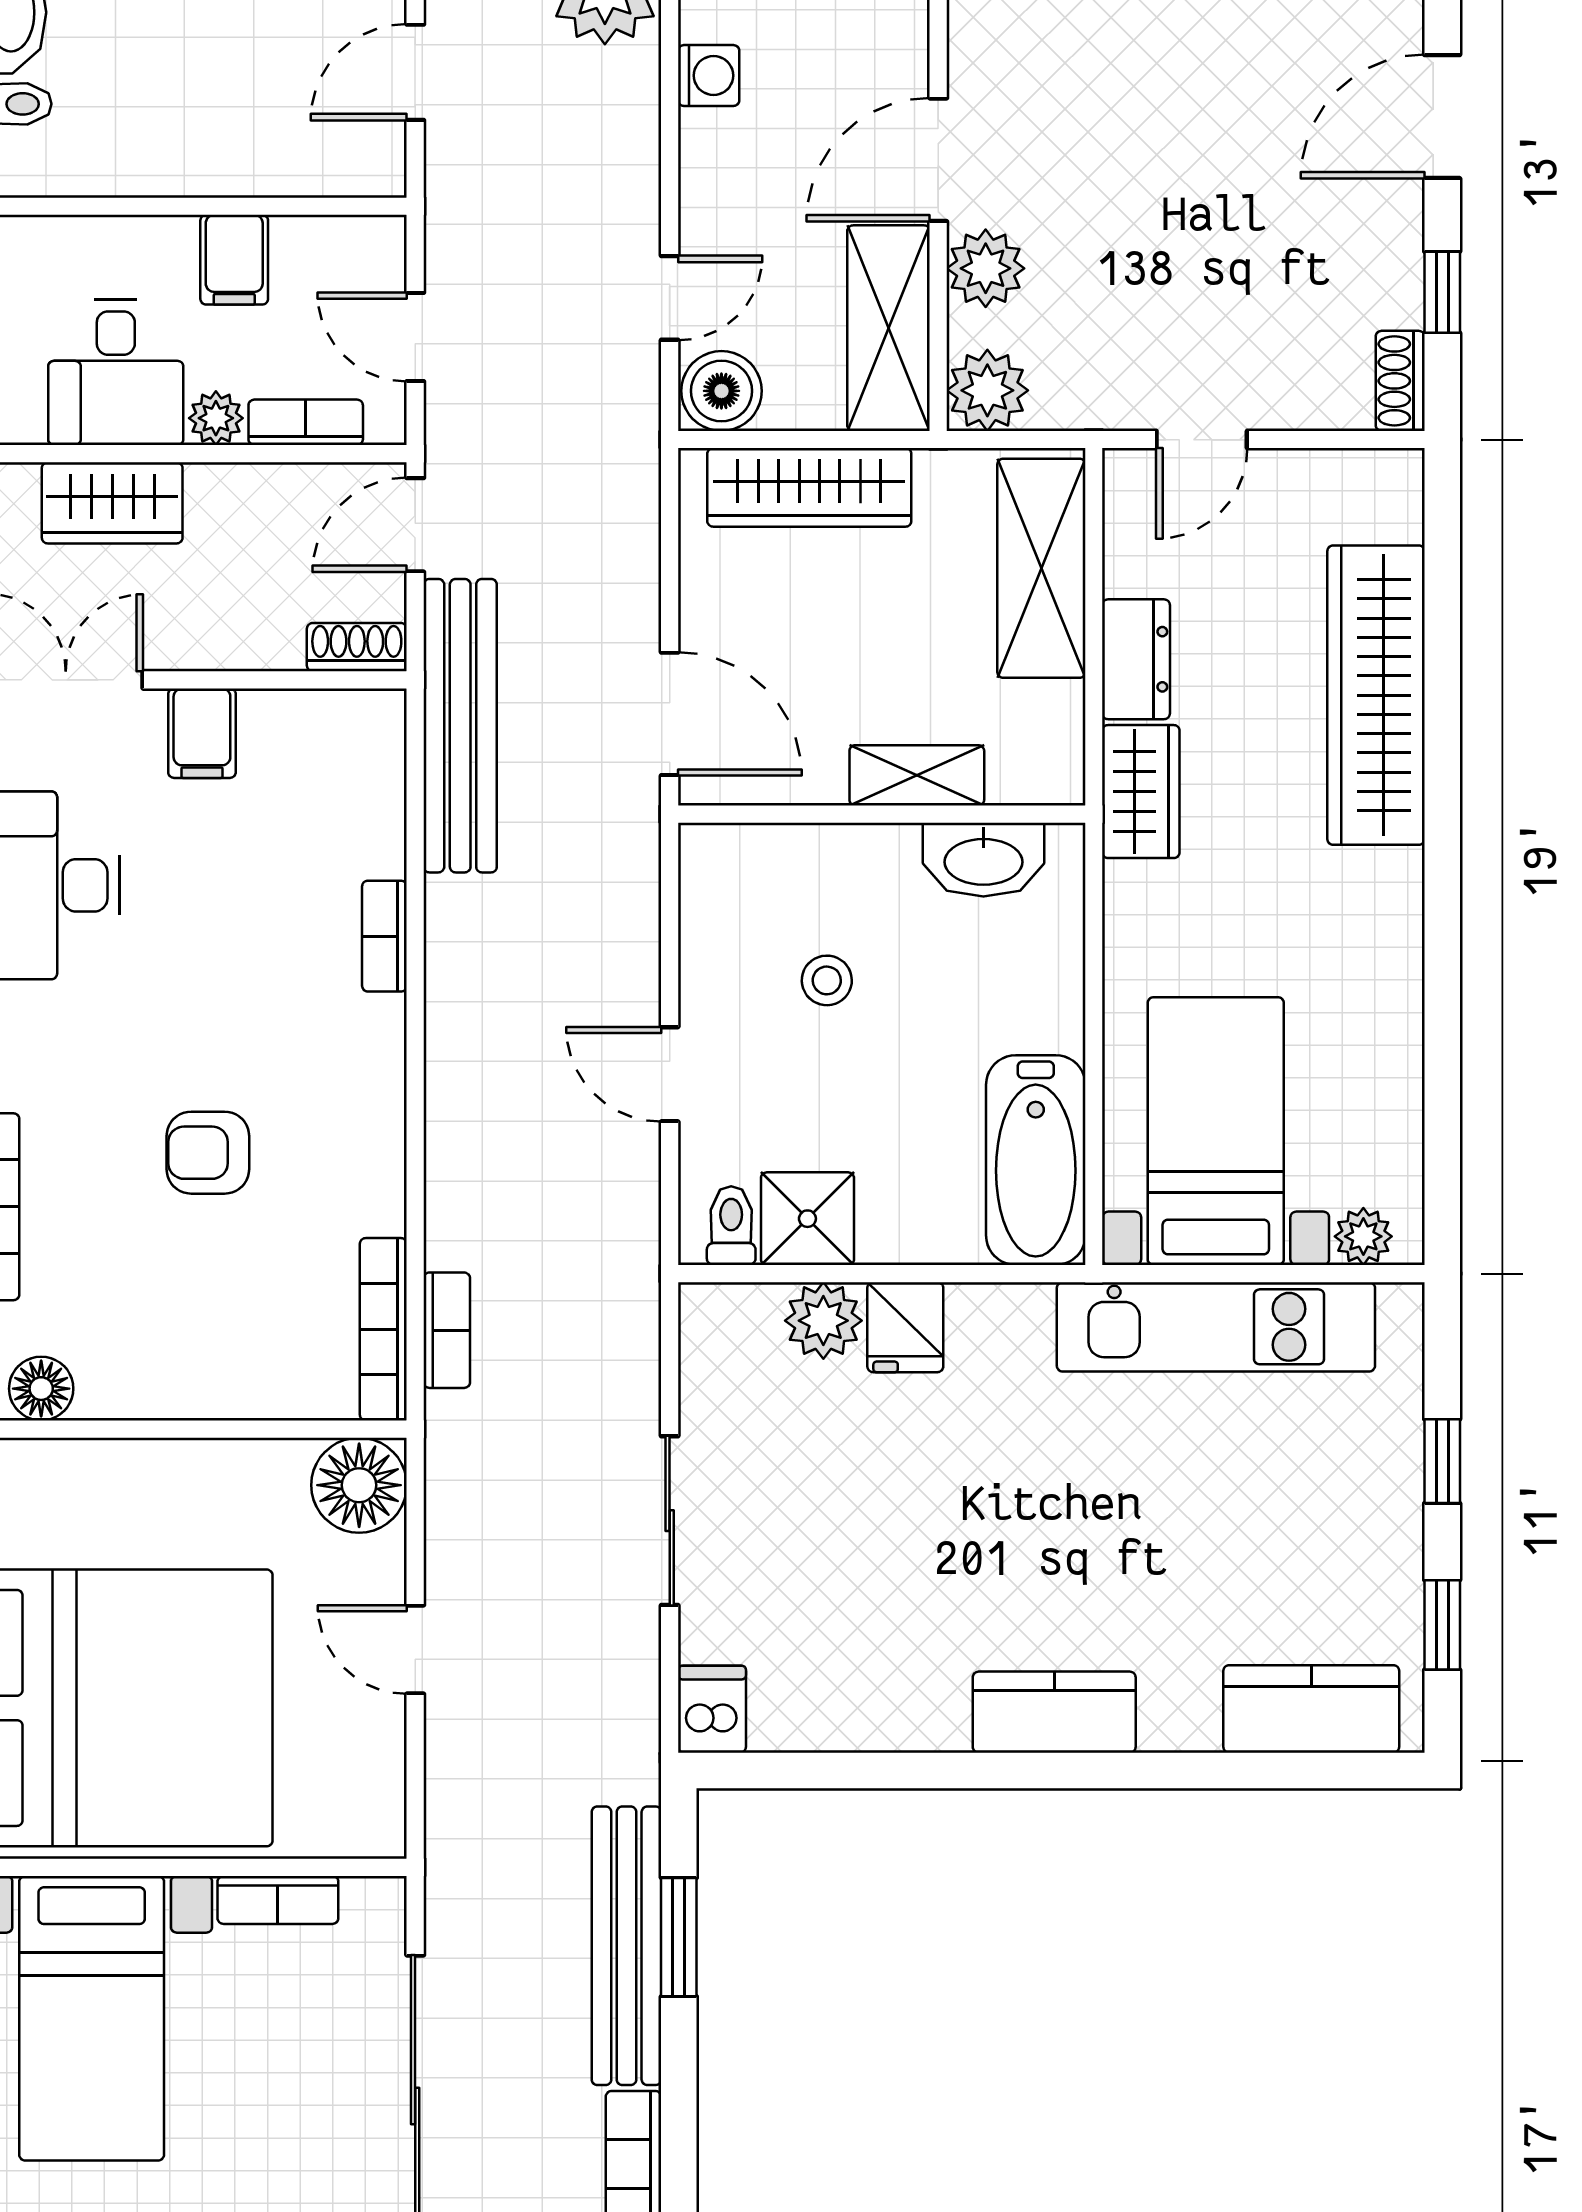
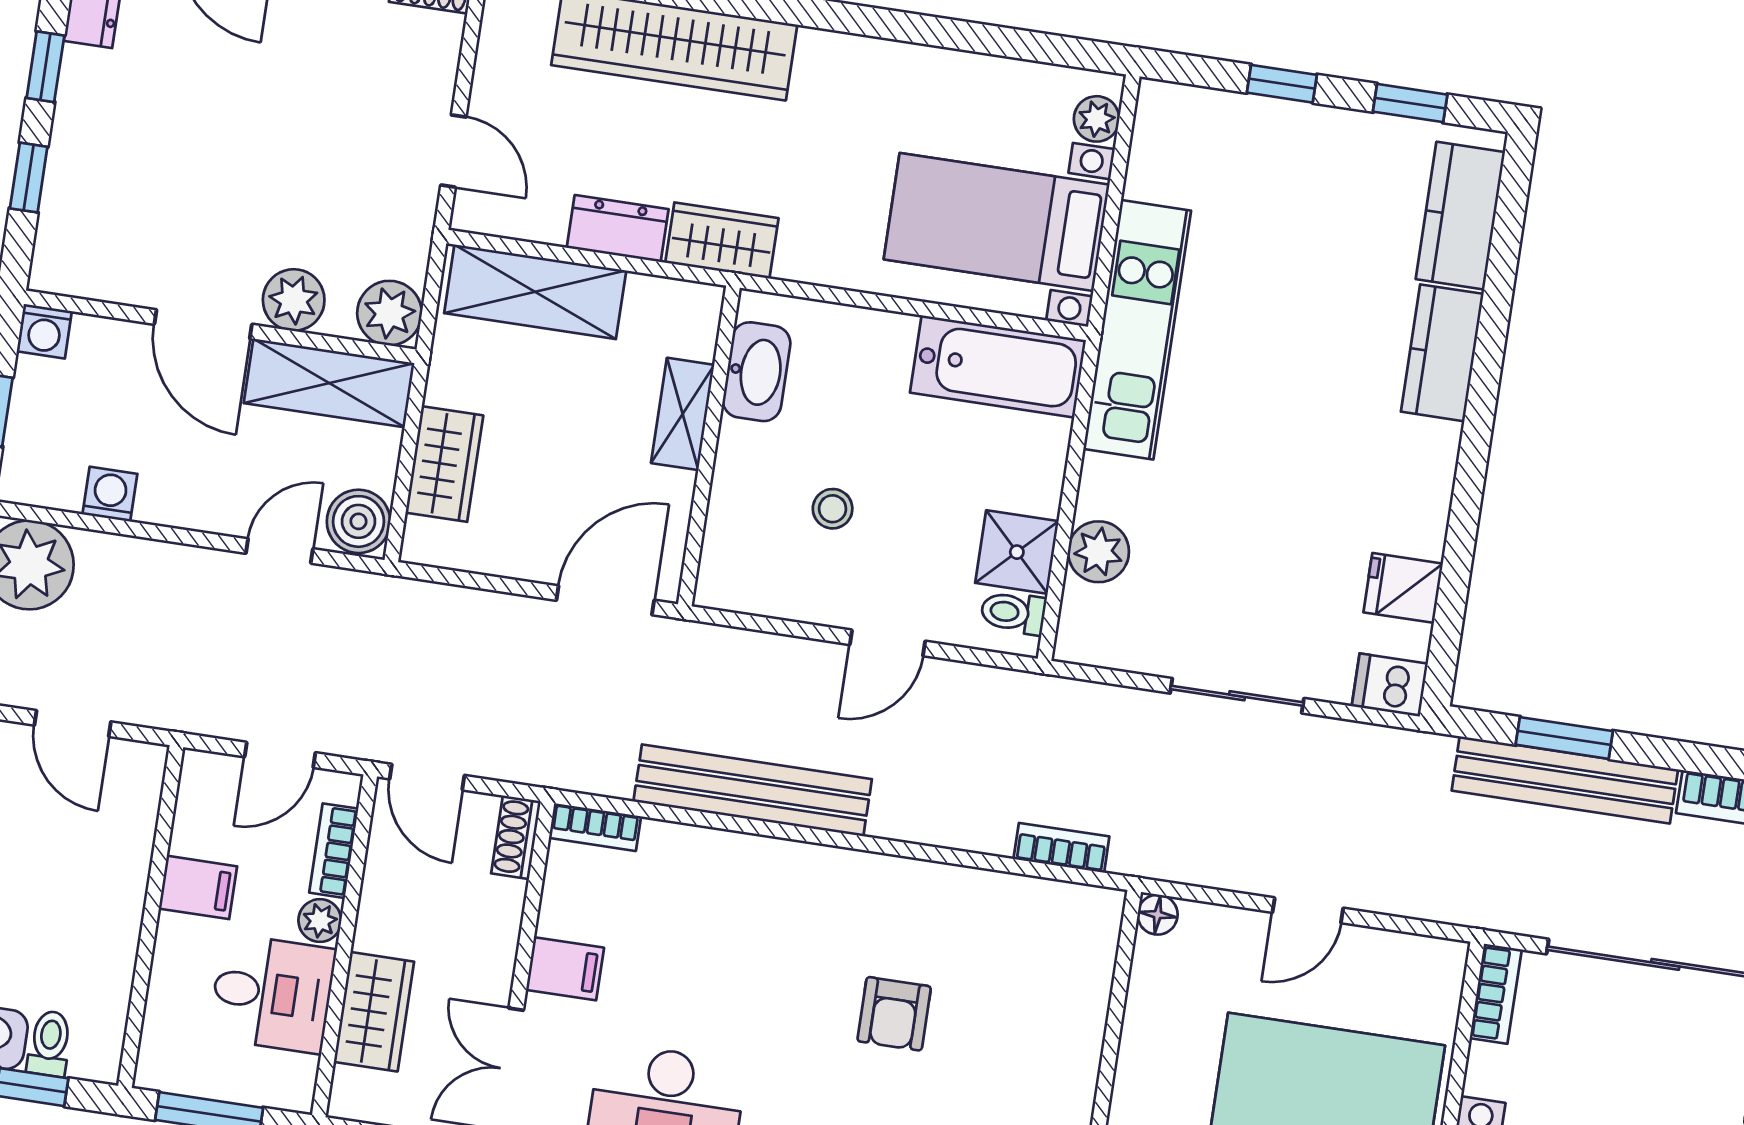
door: (670, 298) -> (279, 551), hinge flipped
wardrobe: (809, 487) -> (444, 464), width x0.67
bench: (460, 726) -> (753, 790), moved
bookcase: (384, 936) -> (595, 827), moved
fridge: (905, 1327) -> (1403, 588), moved, turned 180
kitchen unit: (1216, 1327) -> (1137, 330), moved
bookcase: (383, 1329) -> (1053, 897), removed
floor lamp: (359, 1485) -> (1158, 915), width x0.53, depth x0.53
kitchen counter: (1054, 1712) -> (1442, 353), moved
bookcase: (278, 1900) -> (1496, 994), moved

